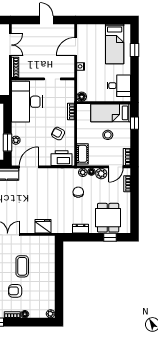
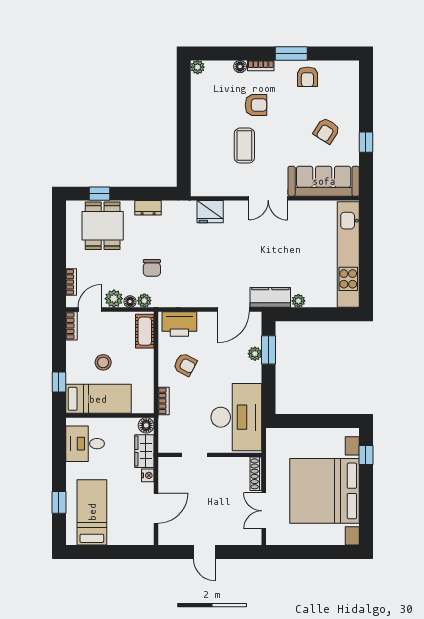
wardrobe: (83, 81) -> (144, 451), added

